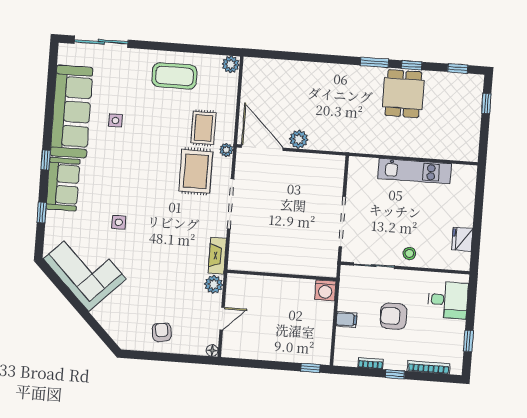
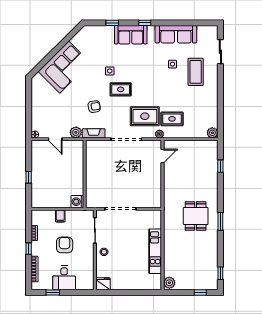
sliding door: (101, 42) -> (220, 52), width x0.73
window: (412, 65) -> (220, 166), moved
coffee table: (174, 76) -> (196, 72), moved
dining table: (403, 94) -> (196, 216), moved, turned 90
sofa: (72, 112) -> (176, 34), width x0.74, depth x0.79
plant: (299, 139) -> (169, 283), moved
door: (262, 148) -> (162, 156), width x0.53
rug: (150, 207) -> (121, 89), added
fridge: (462, 239) -> (103, 284), moved
corner sofa: (85, 269) -> (64, 67), moved
desk: (448, 300) -> (64, 278), moved
armchair: (162, 332) -> (94, 107), moved
window: (310, 368) -> (29, 177), moved

